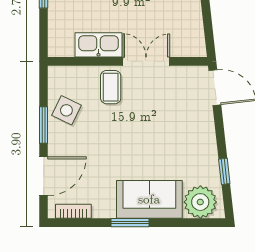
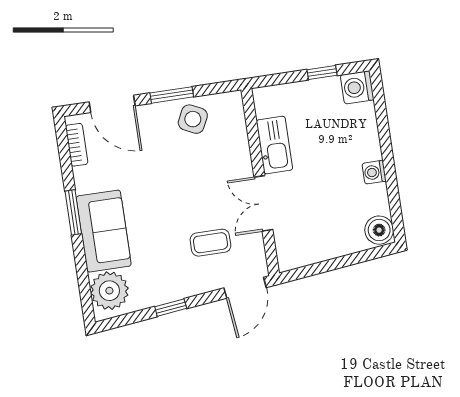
double door: (146, 61) -> (263, 203), swing flipped
coffee table: (111, 87) -> (210, 243), moved
window: (224, 171) -> (171, 308), moved

